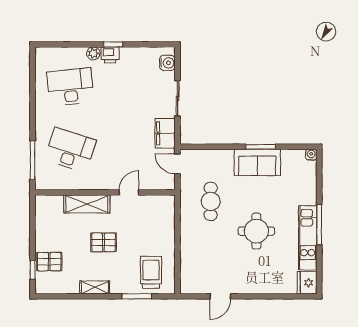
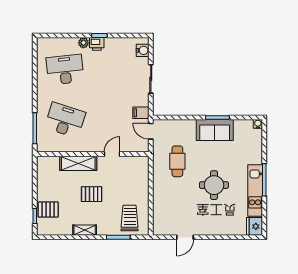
filing cabinet: (165, 133) -> (141, 113), width x0.50

